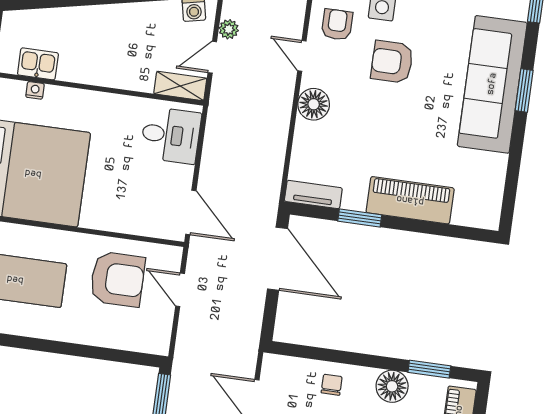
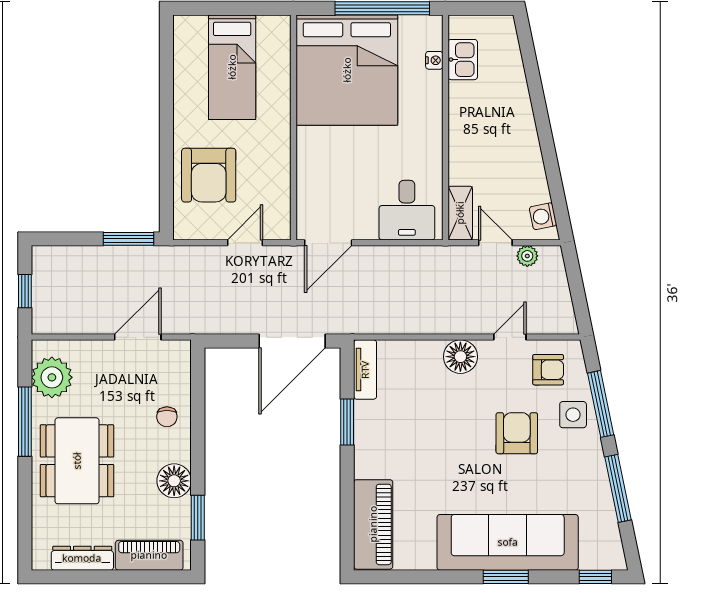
piano: (410, 200) -> (373, 524), moved
armchair: (117, 279) -> (209, 175), moved
chair: (332, 385) -> (167, 417), turned 90

